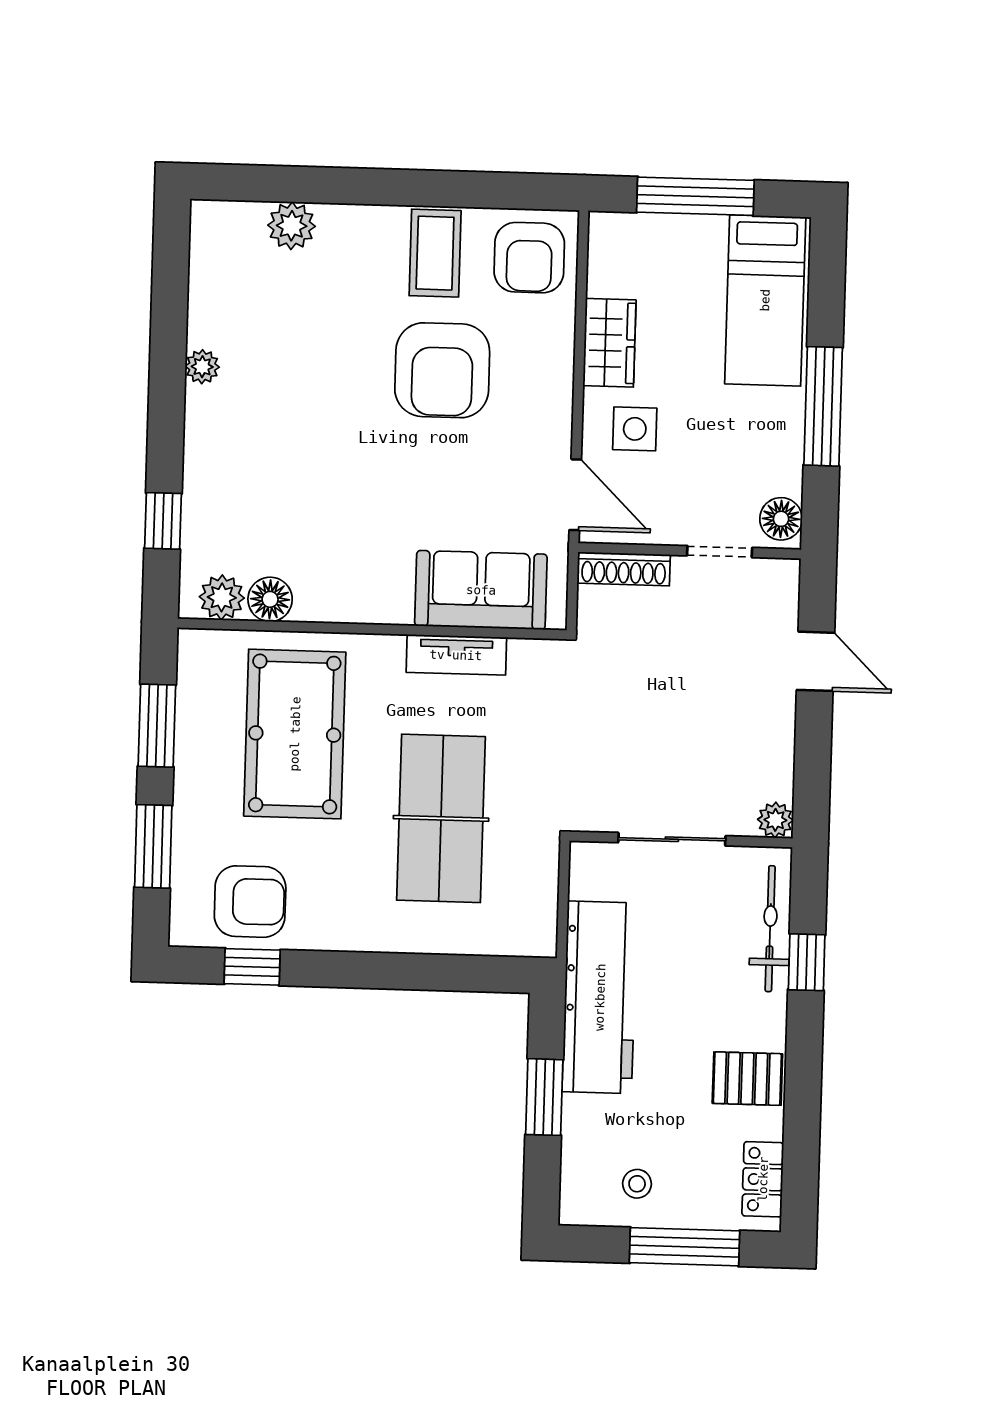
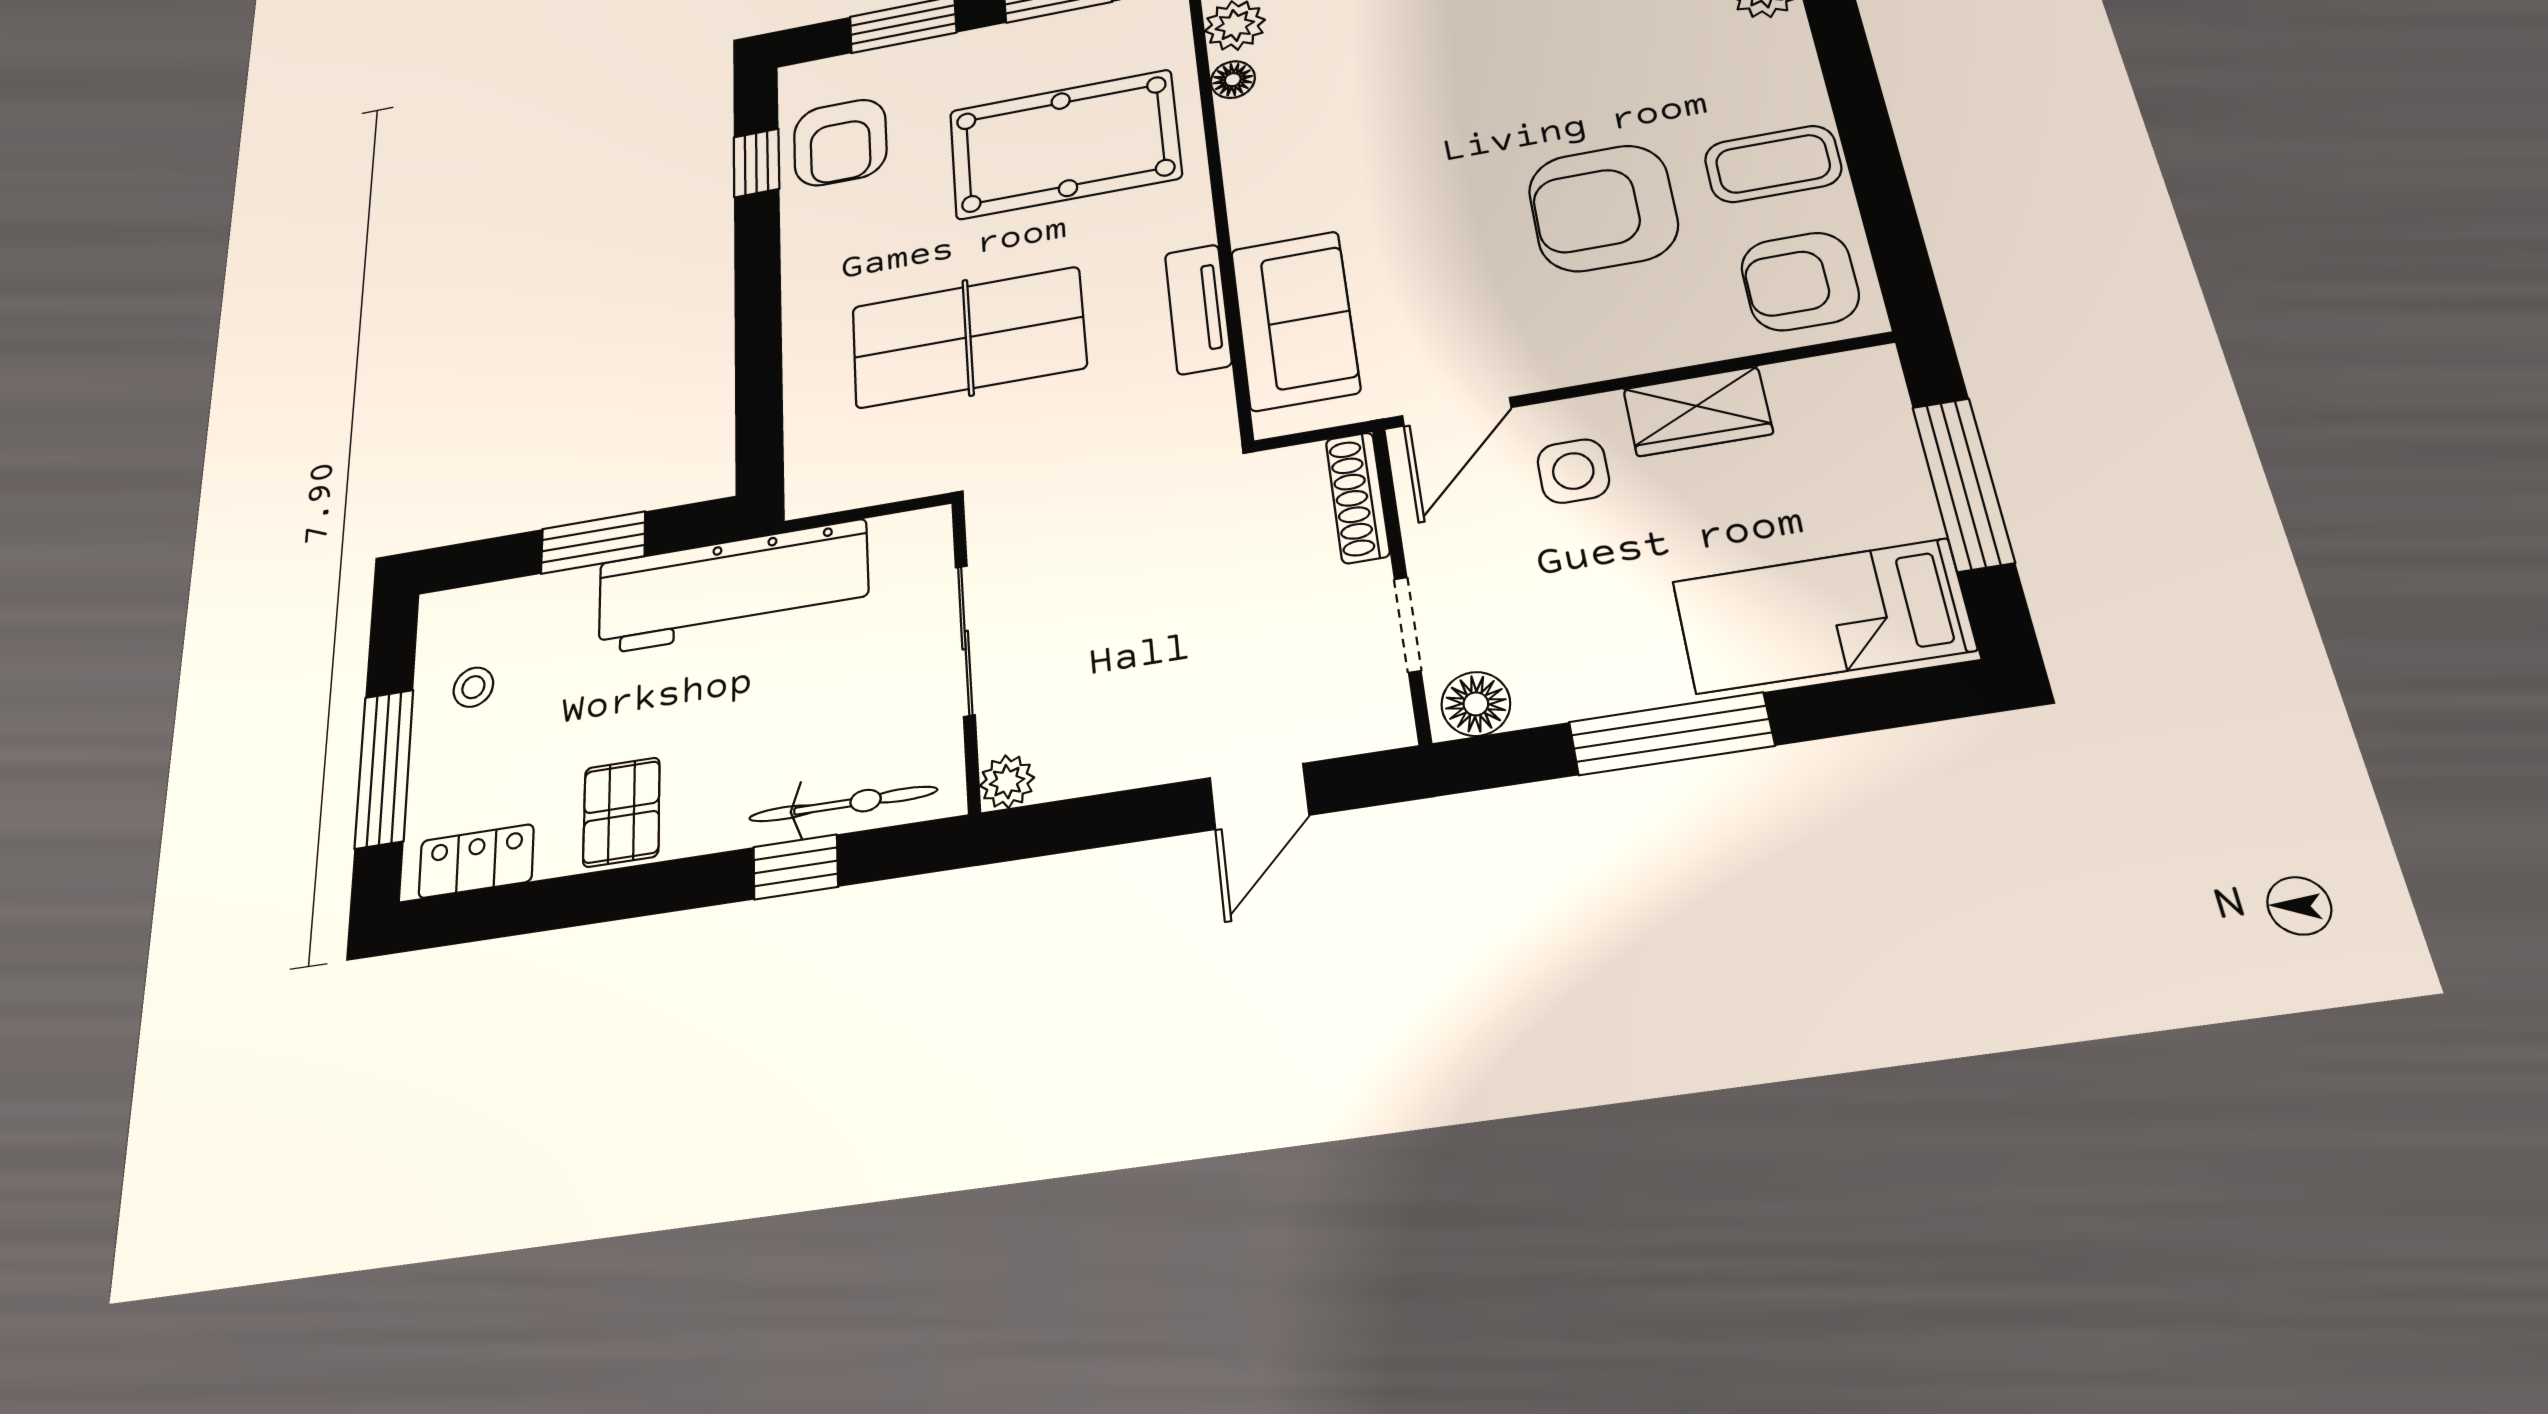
floor lamp: (270, 599) -> (1233, 80), width x0.73, depth x0.73

